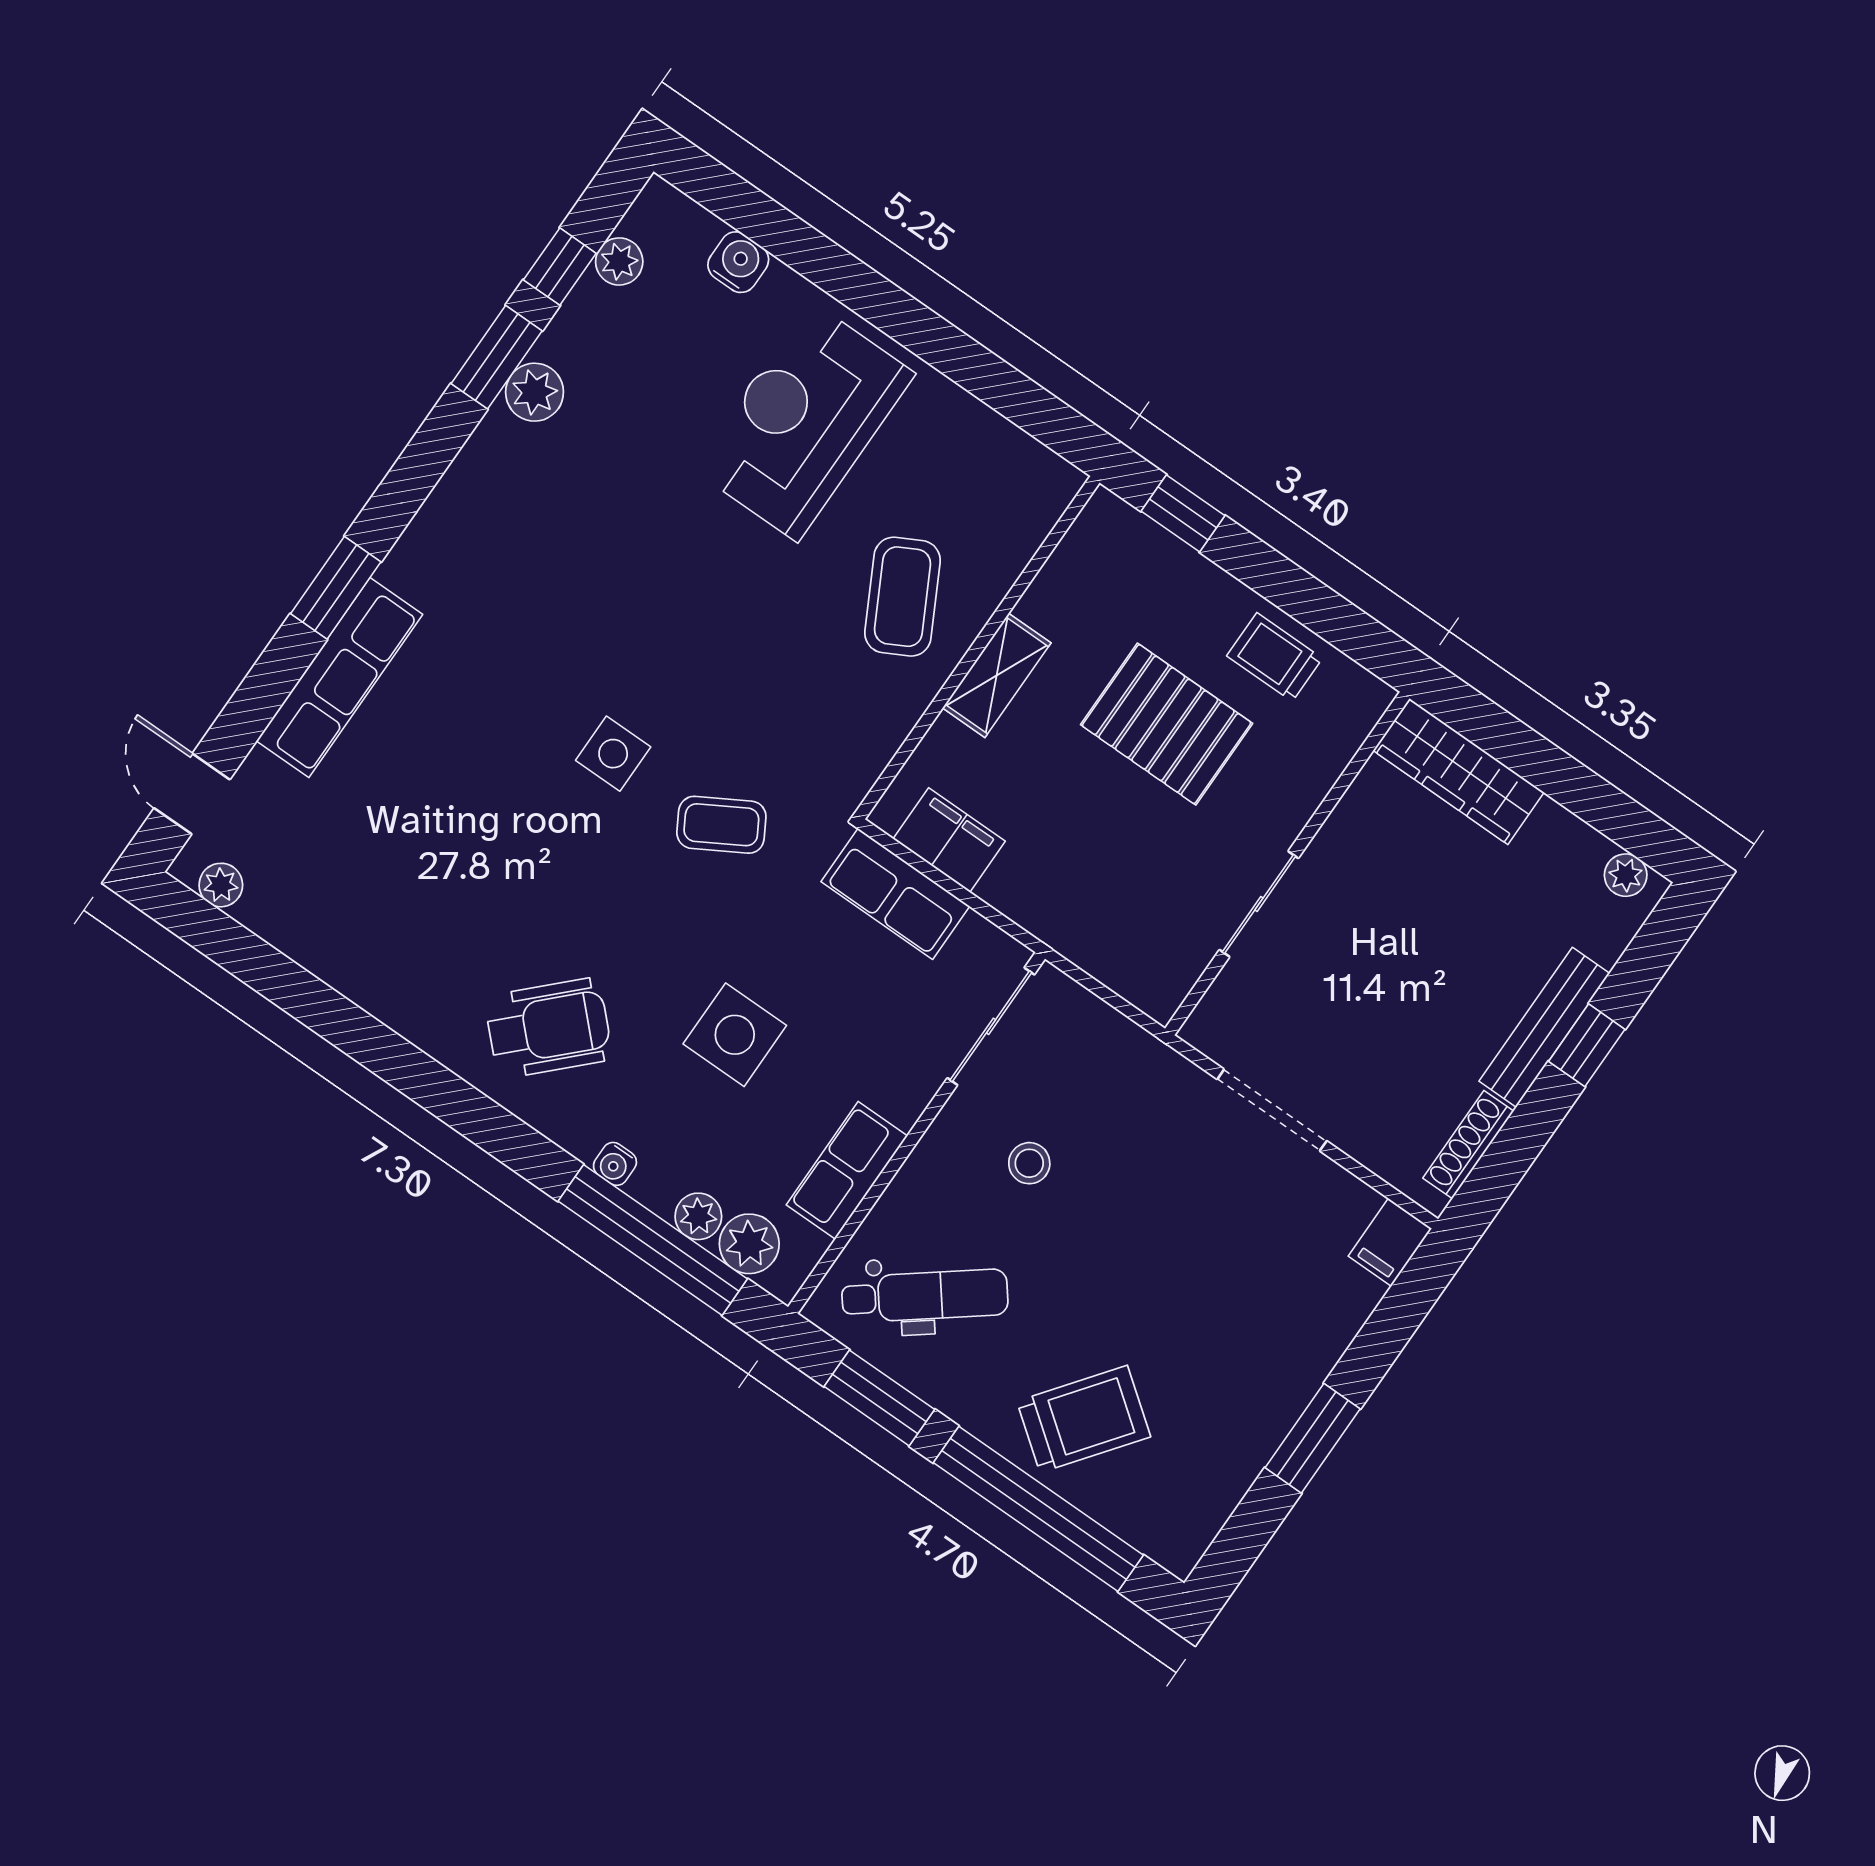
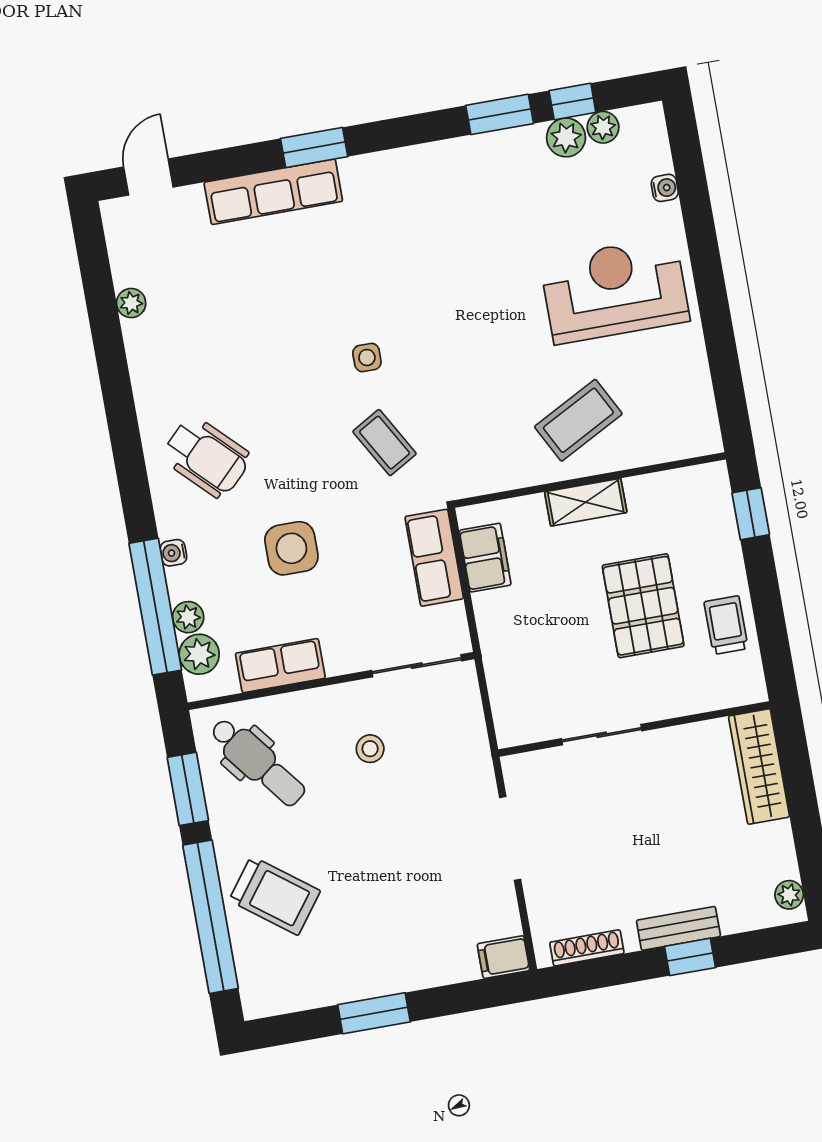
water cooler: (738, 262) -> (665, 188), width x0.72, depth x0.72
plant: (535, 392) -> (566, 137), moved
side table: (613, 754) -> (367, 358), width x0.73, depth x0.73
plant: (221, 885) -> (131, 303), moved
bench: (1544, 1027) -> (678, 928), width x0.73

